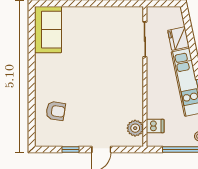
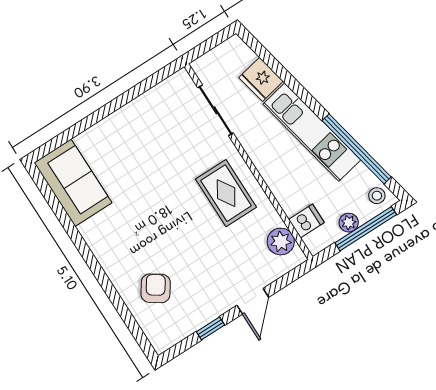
rug: (123, 85) -> (226, 193), added
armchair: (56, 111) -> (156, 288), turned -65
plant: (176, 141) -> (349, 223), added

